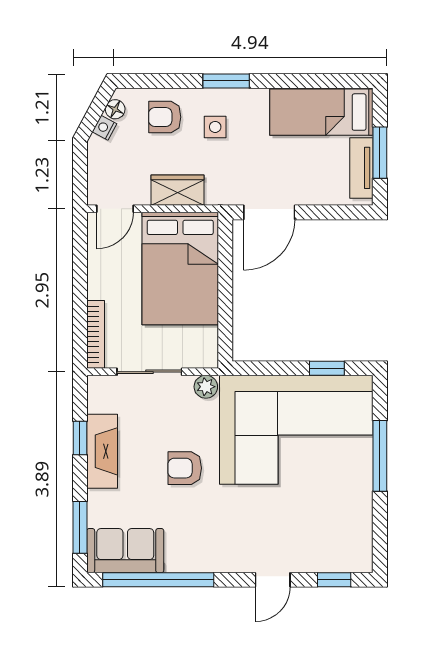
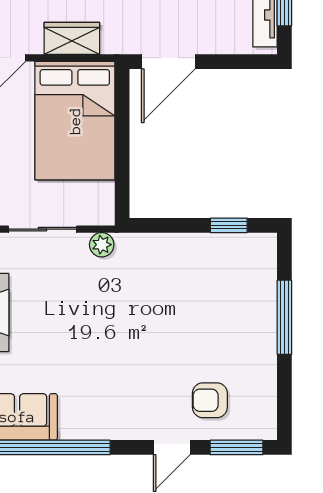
corner sofa: (296, 430) -> (197, 290), removed
armchair: (185, 468) -> (210, 400), moved
window: (334, 580) -> (237, 447), width x1.50

